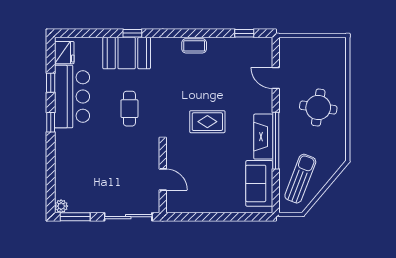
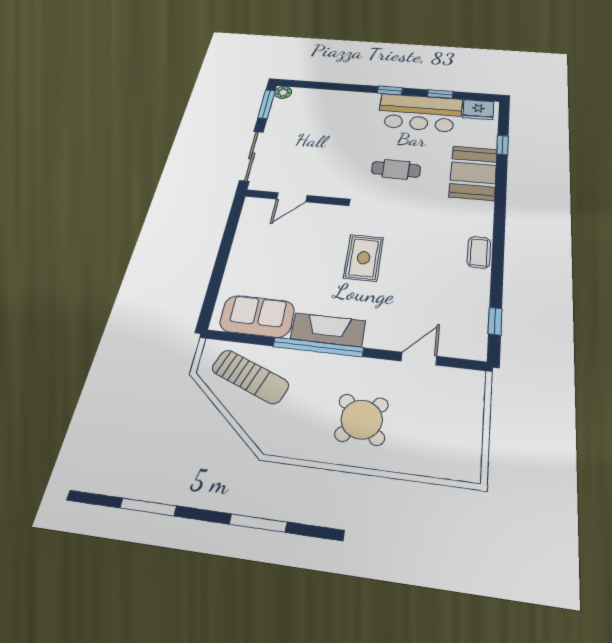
window: (132, 33) -> (503, 145), moved
round table: (318, 108) -> (362, 419), turned 36

